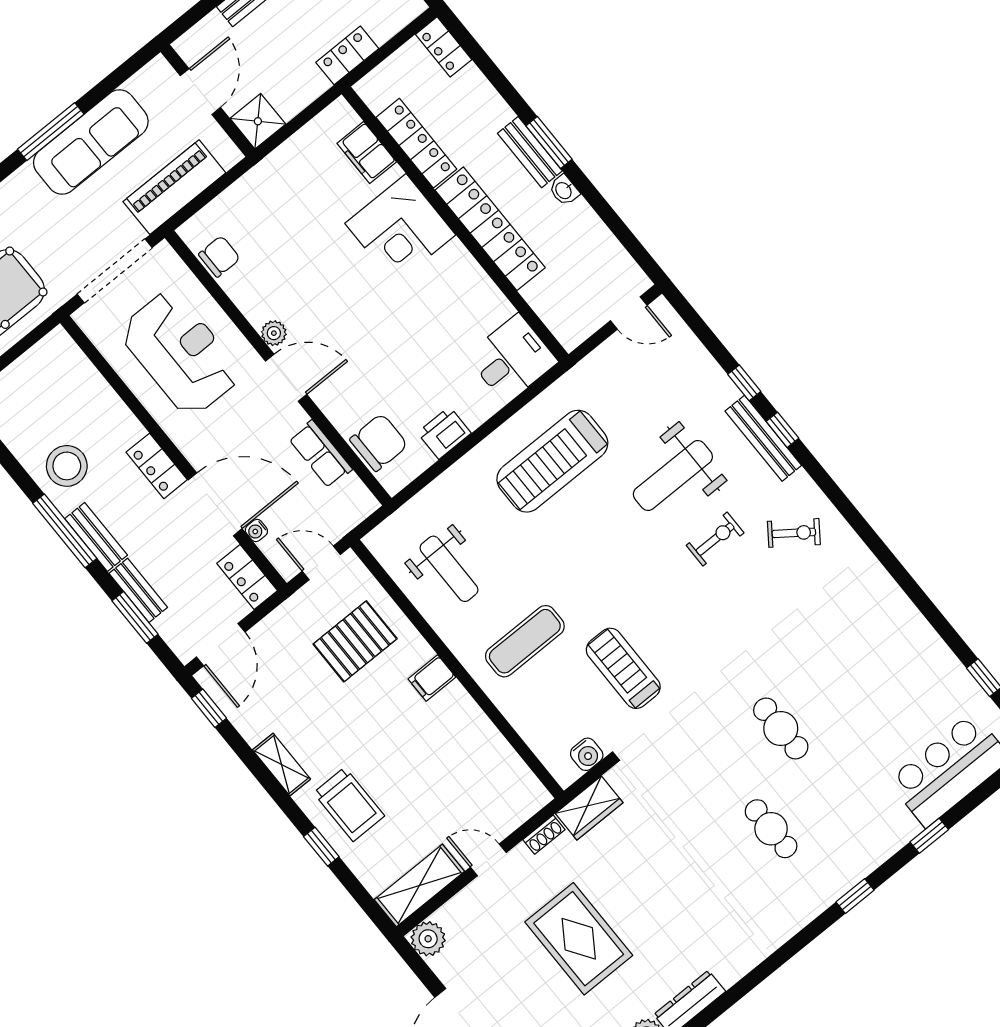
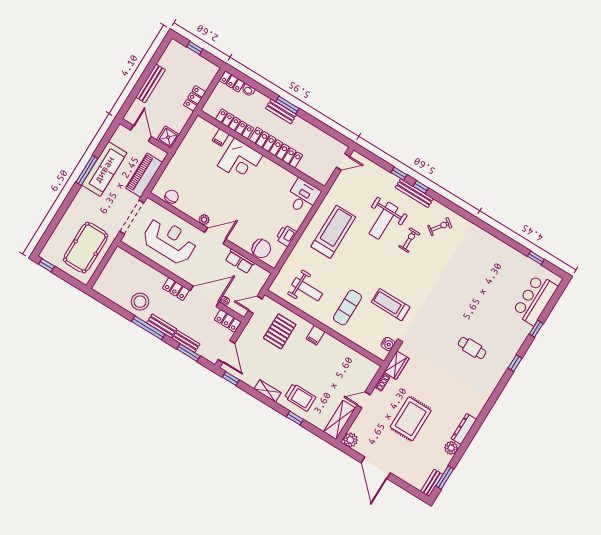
filing cabinet: (367, 153) -> (221, 137), width x0.50
washbasin: (564, 190) -> (248, 90), moved
chair: (379, 442) -> (261, 249), turned 90
treadmill: (552, 461) -> (333, 232), turned 180
cafe table: (781, 728) -> (462, 307), removed
rug: (579, 939) -> (411, 419), turned 90

